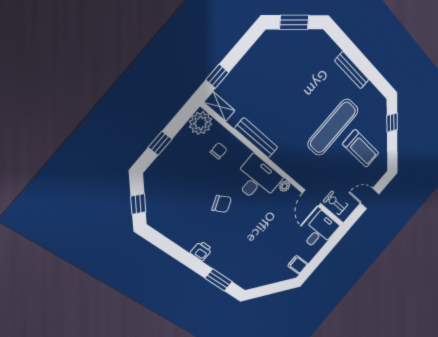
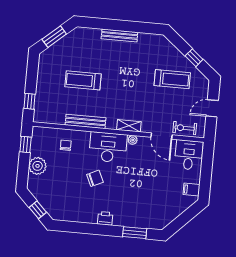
treadmill: (286, 92) -> (83, 80), added
shelving: (219, 106) -> (129, 126), moved
plant: (201, 123) -> (38, 166), moved
window: (392, 123) -> (194, 58), moved
exercise mat: (333, 127) -> (137, 79), removed
window: (160, 143) -> (26, 145), moved

